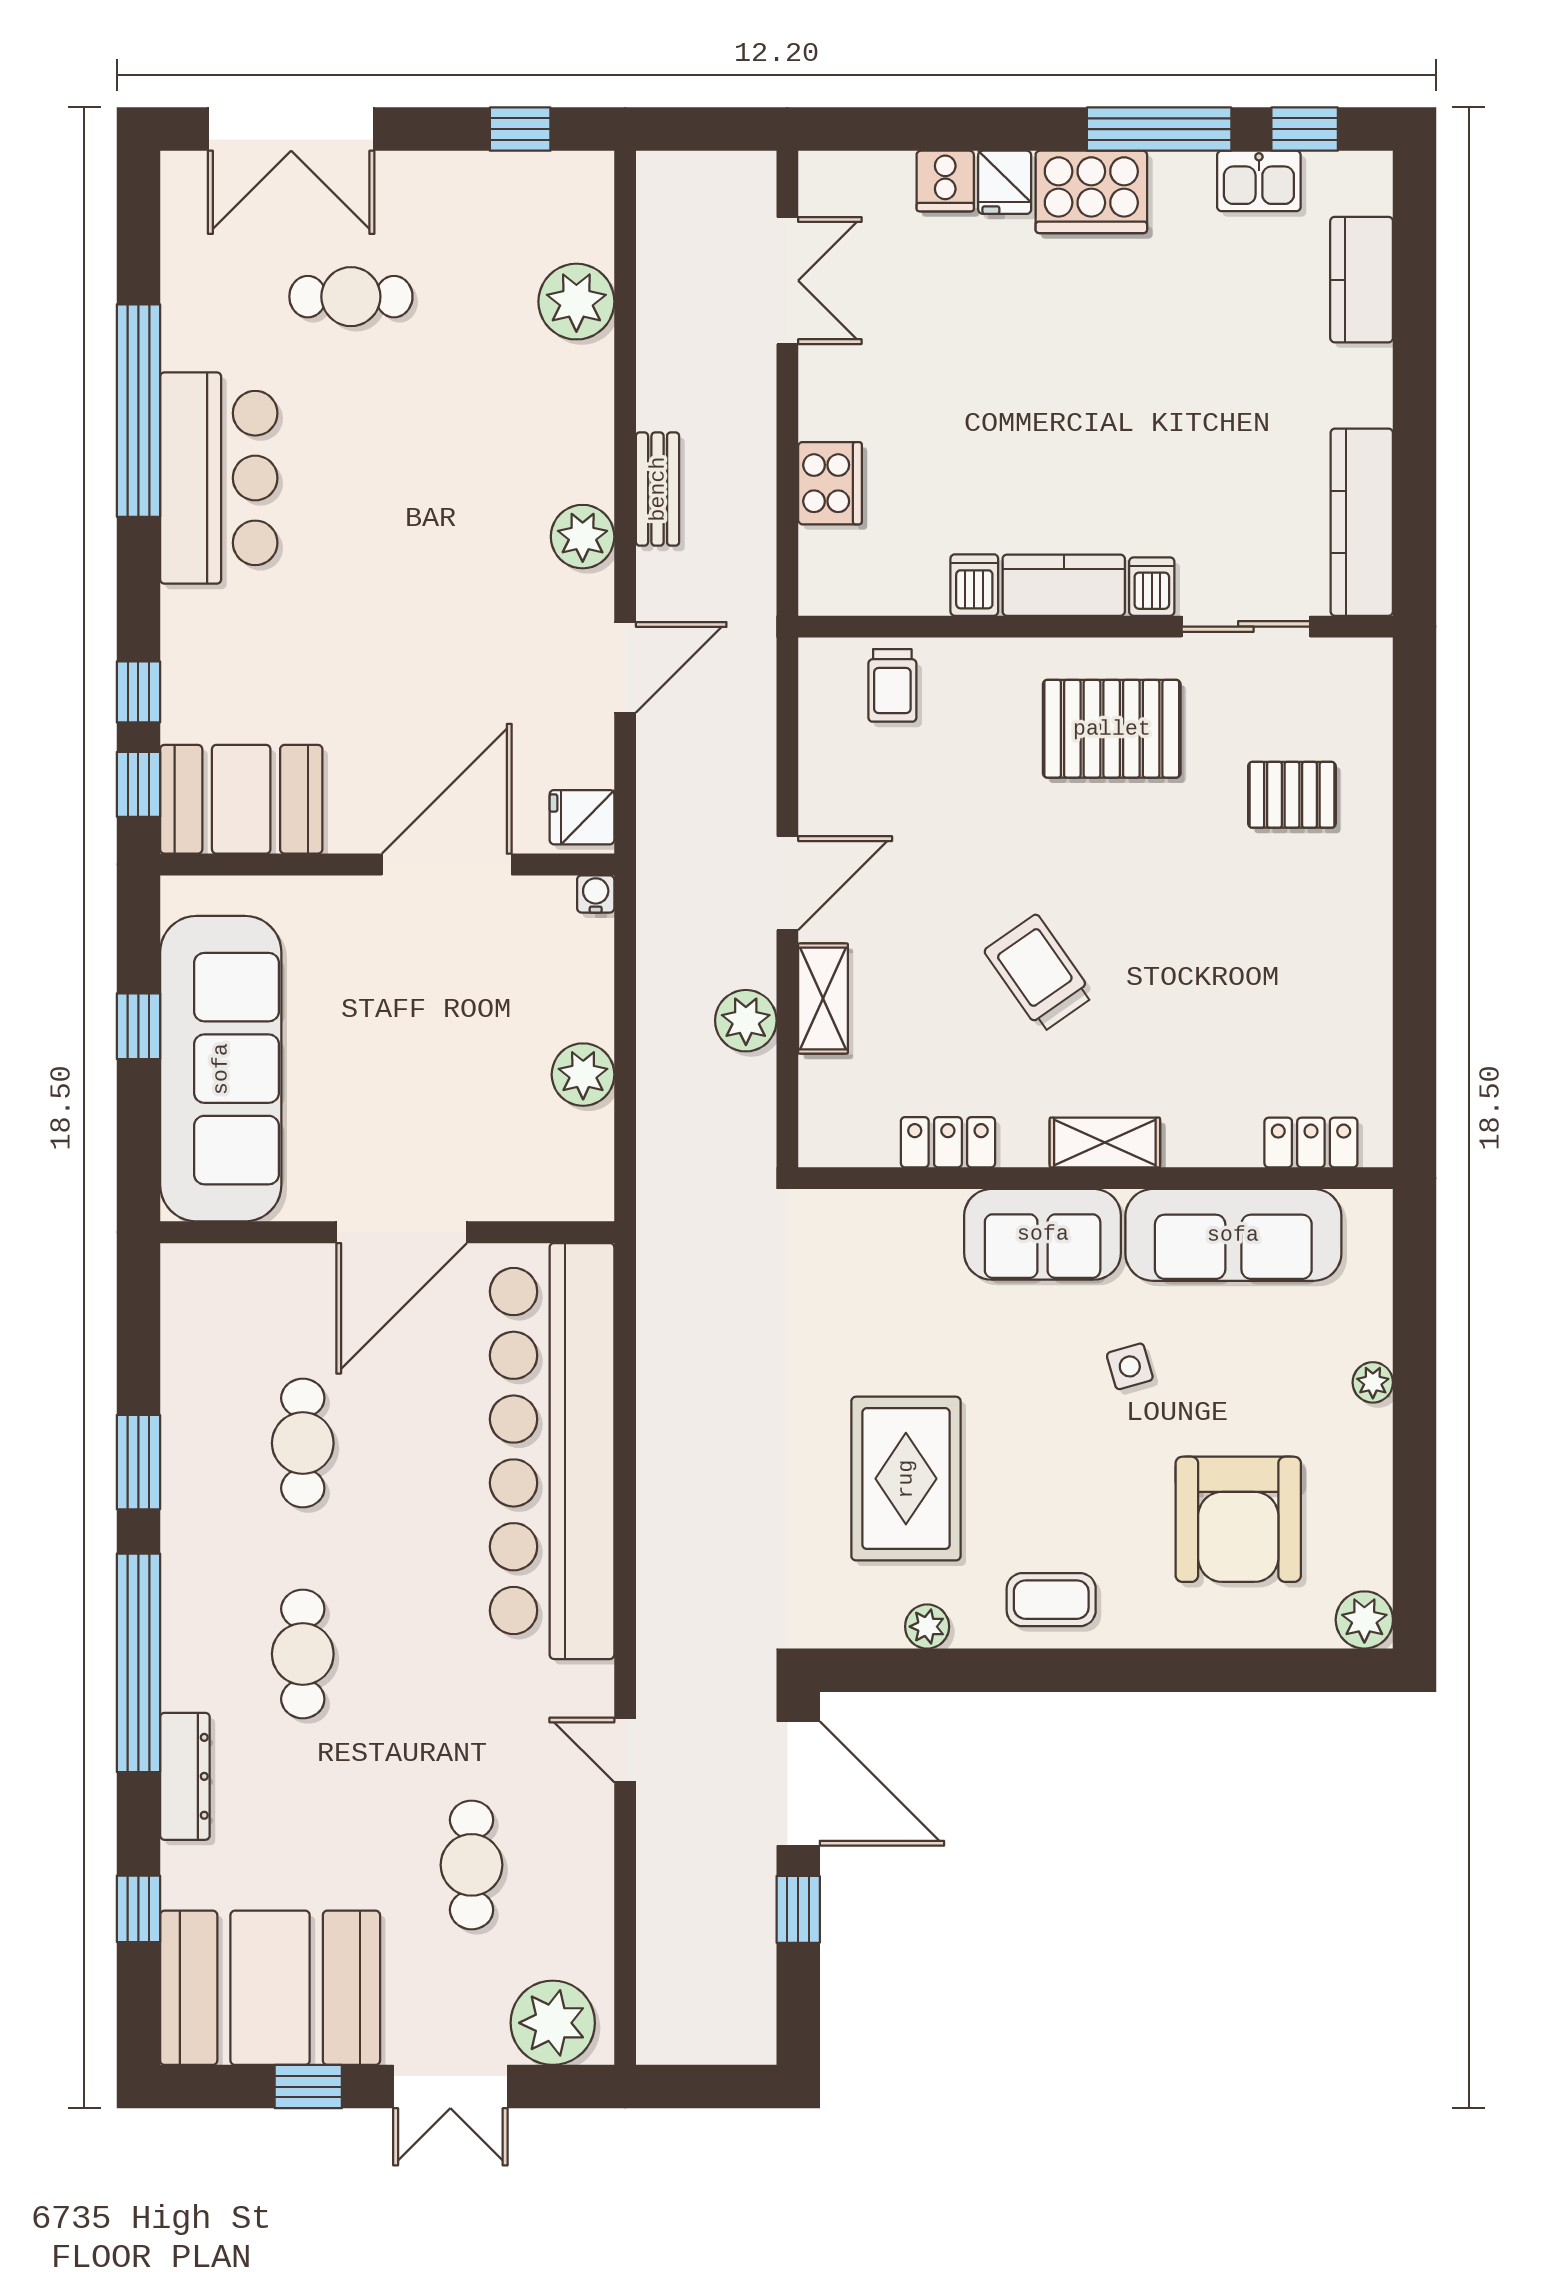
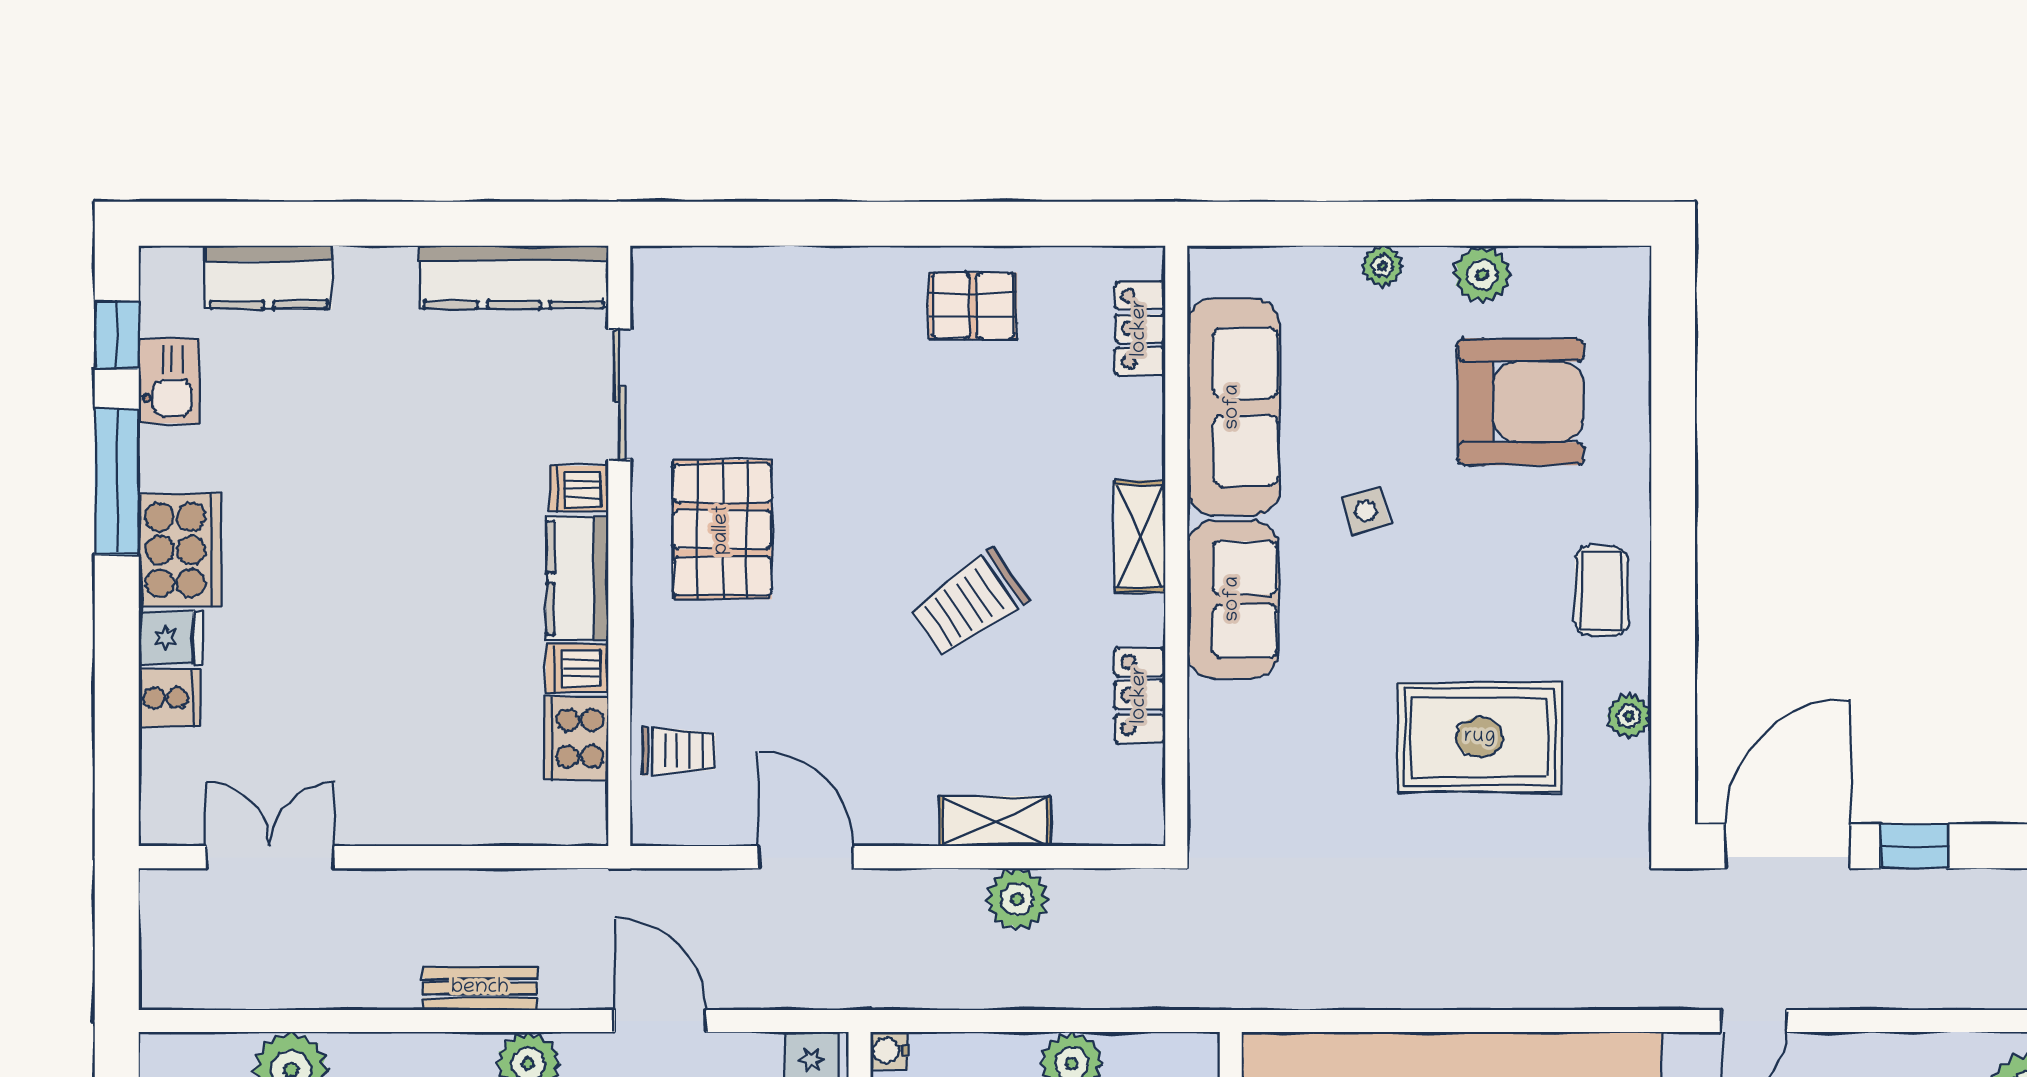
cooker: (830, 483) -> (576, 738), moved, turned -90
pallet: (1292, 795) -> (973, 306), moved, turned 90
door: (787, 883) -> (806, 857), moved
plant: (1364, 1620) -> (1482, 274), moved

